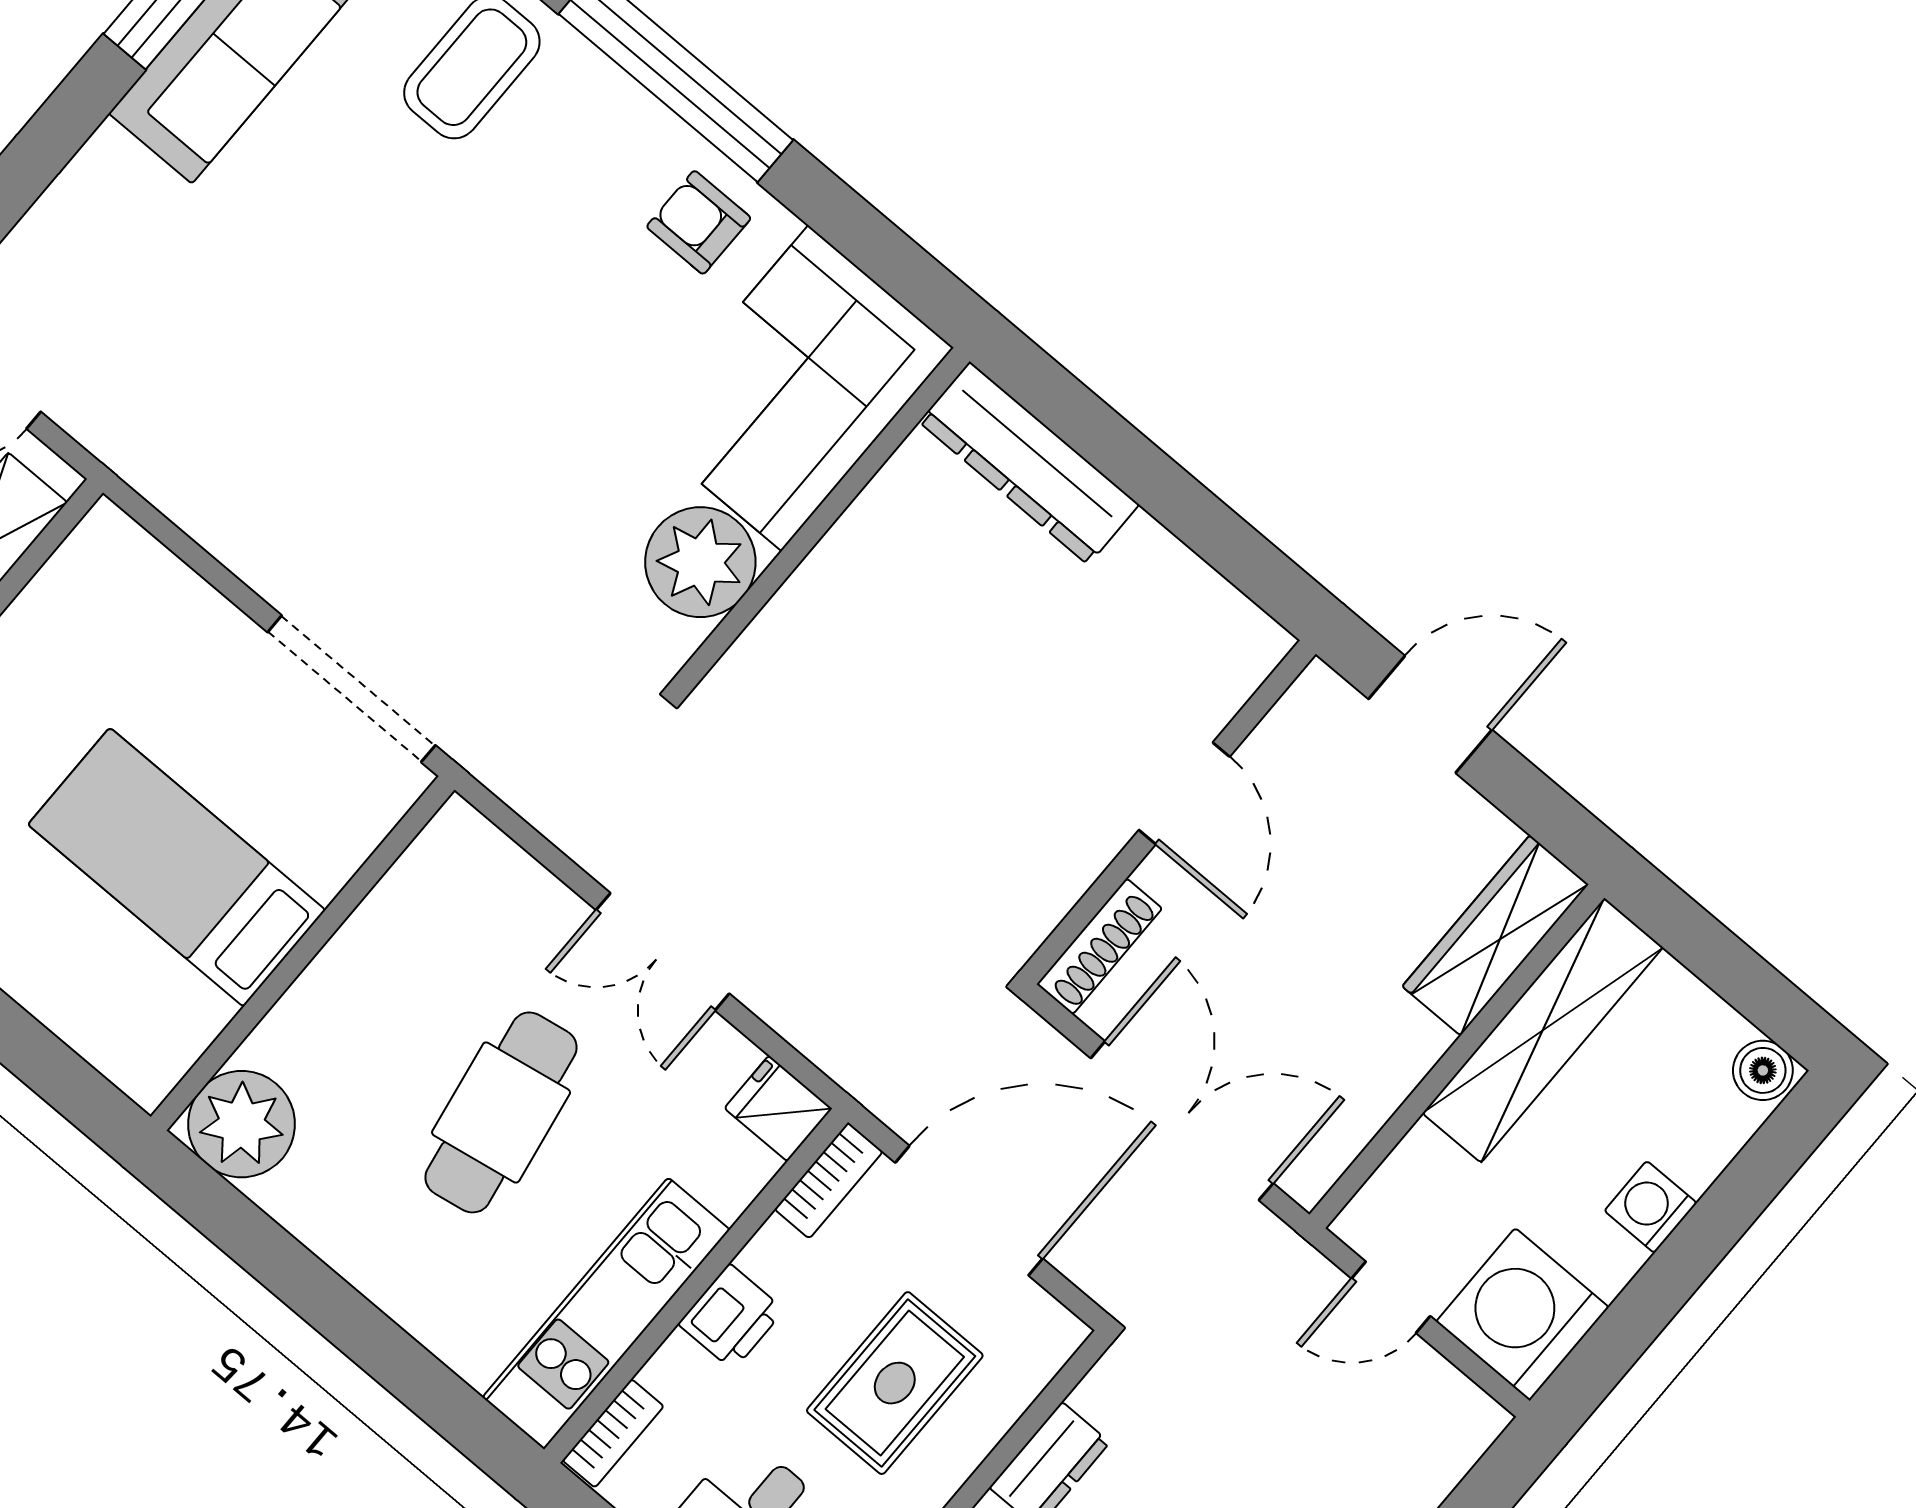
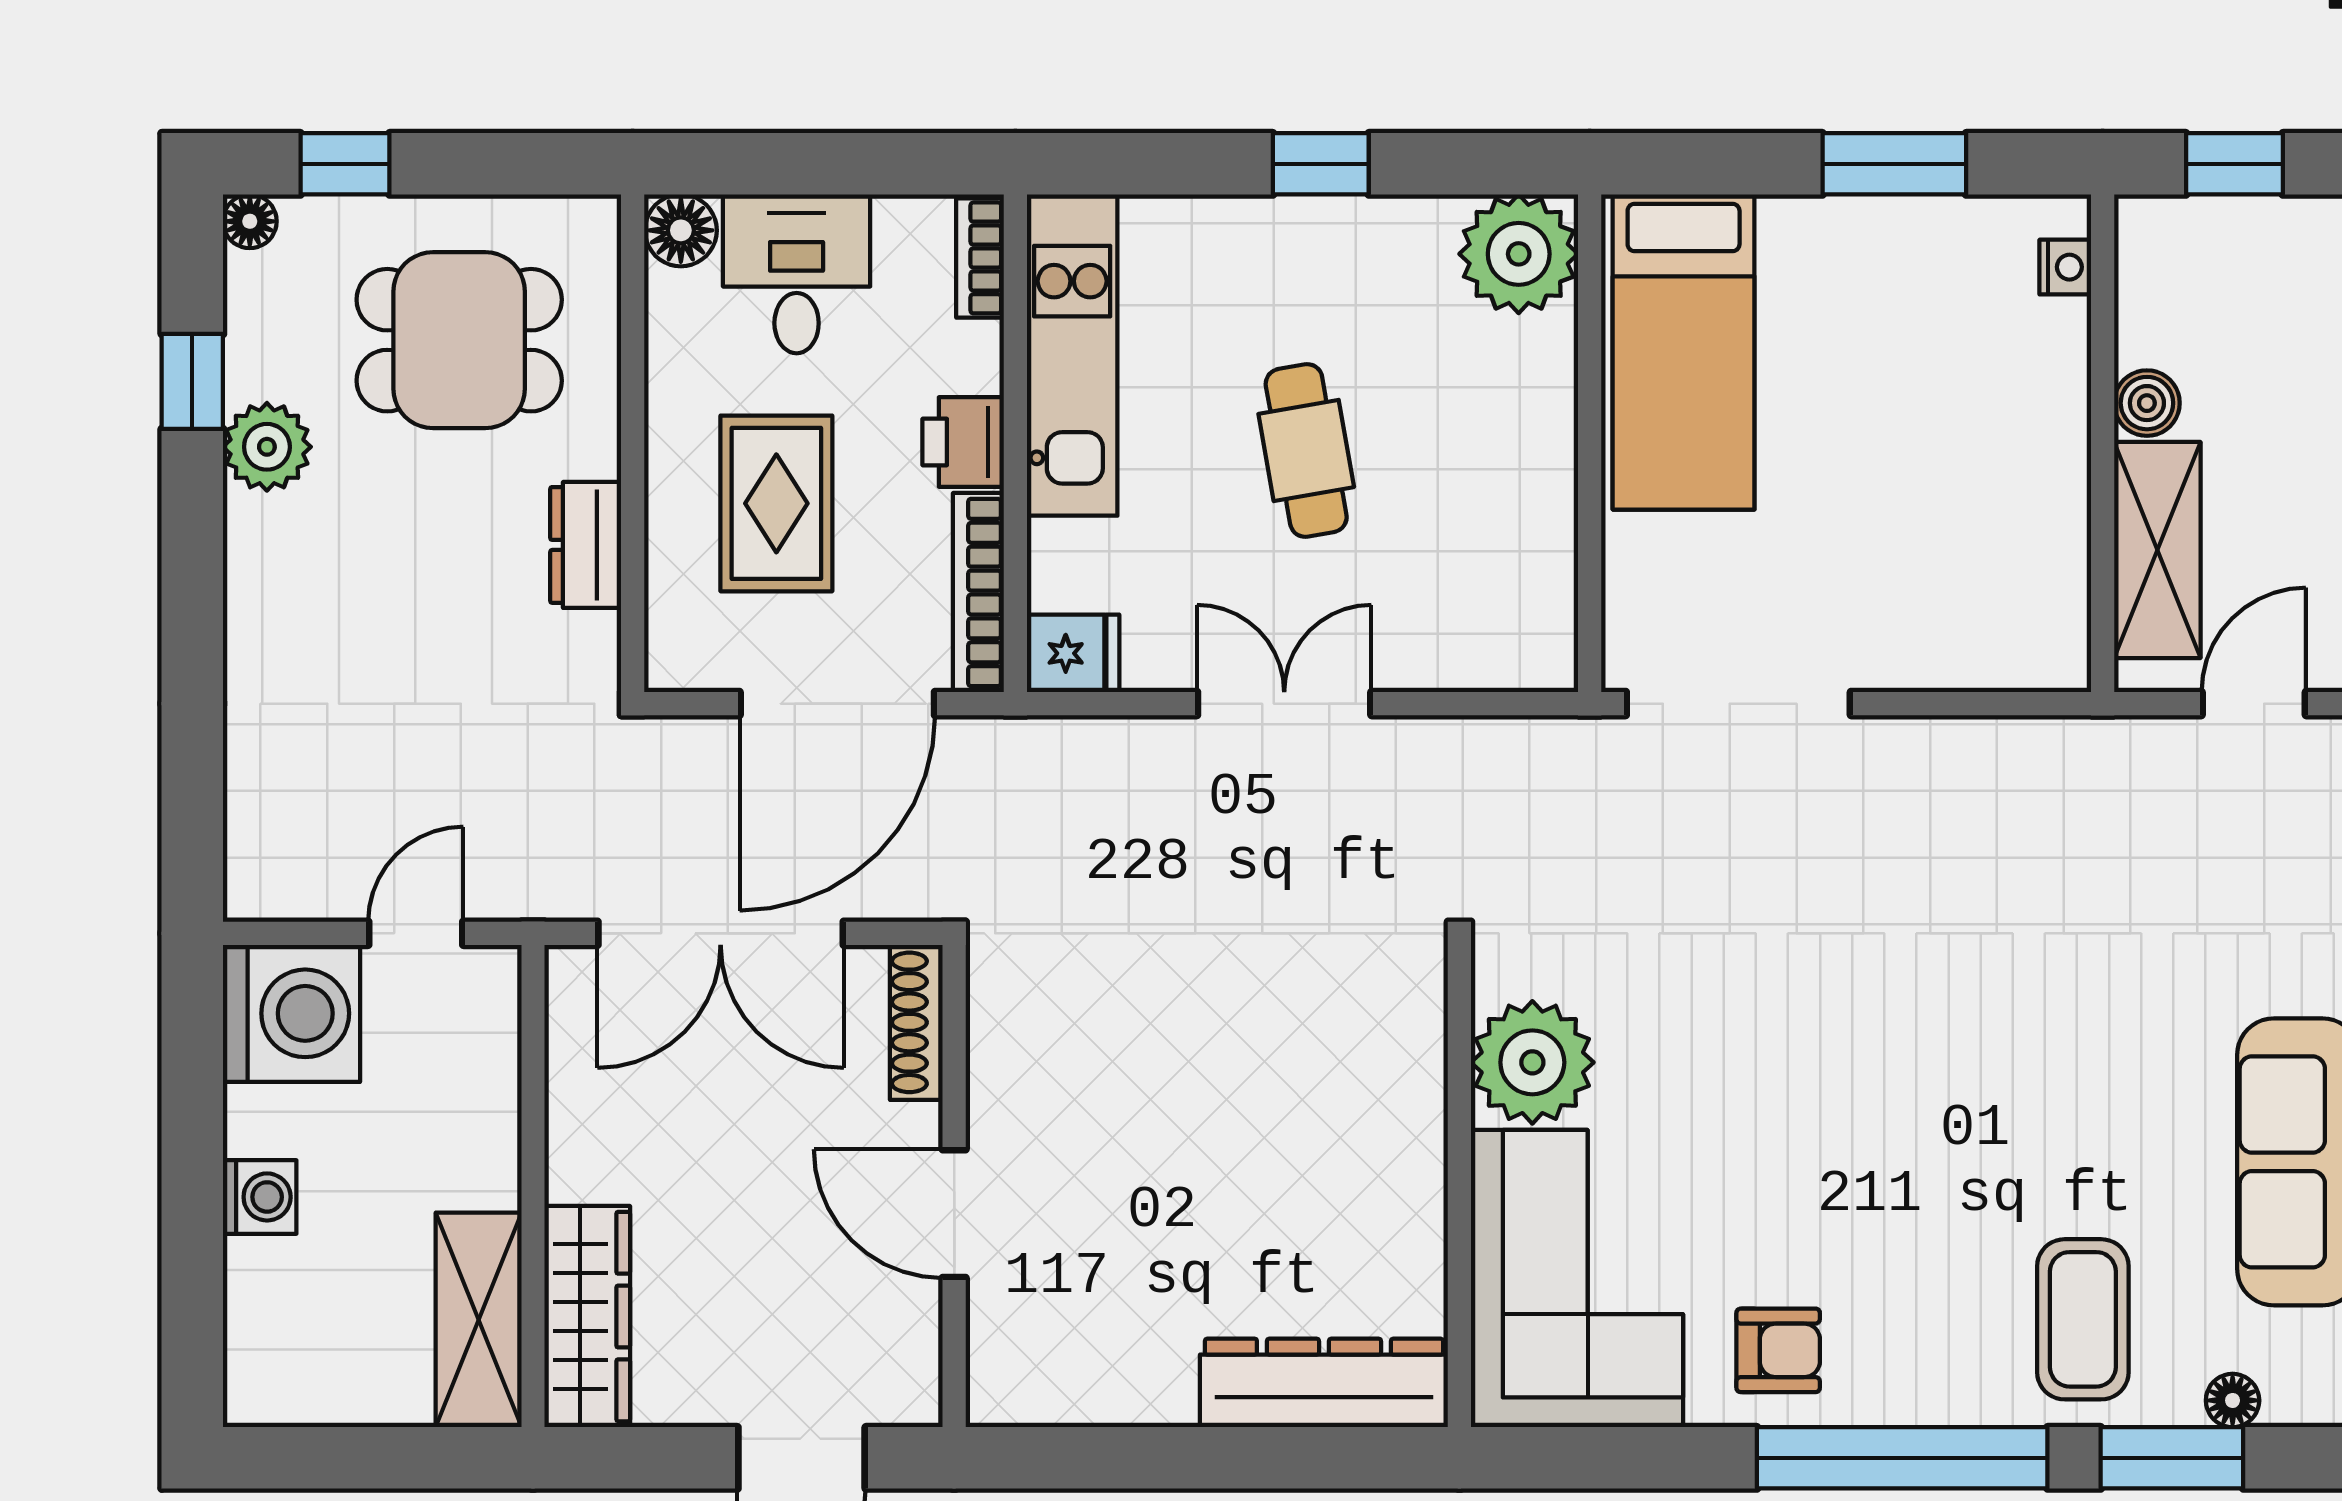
bed: (177, 867) -> (1684, 352), moved, turned 90
shelving: (1543, 1030) -> (479, 1320), width x0.68
boiler: (1763, 1070) -> (262, 1394), removed
cafe table: (501, 1112) -> (1306, 450), width x0.73, depth x0.74
bookcase: (829, 1180) -> (978, 593), width x1.56
window: (325, 1300) -> (1321, 164), added

